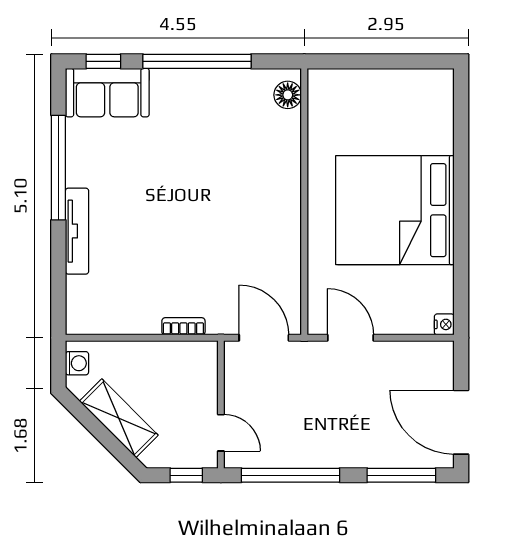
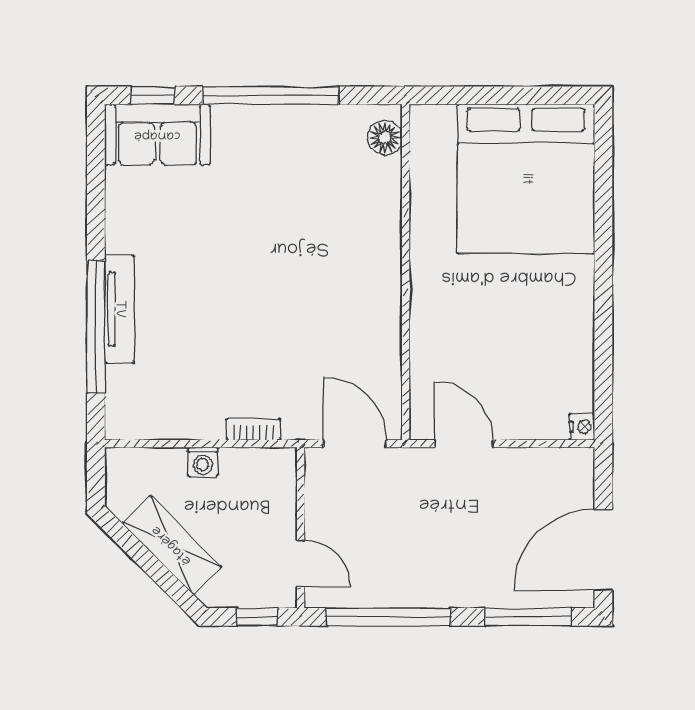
window: (58, 168) -> (96, 327), moved
bed: (395, 210) -> (526, 179), moved, turned -90
washing machine: (77, 363) -> (203, 462), moved, turned 90
door: (461, 422) -> (603, 550), hinge flipped

